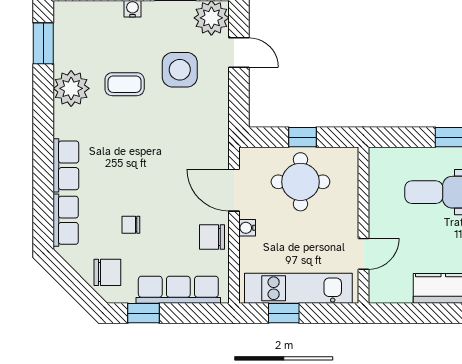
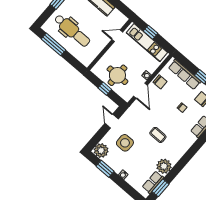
door: (239, 53) -> (112, 121), moved
coffee table: (125, 84) -> (158, 135), moved
row of seats: (66, 165) -> (153, 182), moved
window: (284, 313) -> (150, 32), moved

